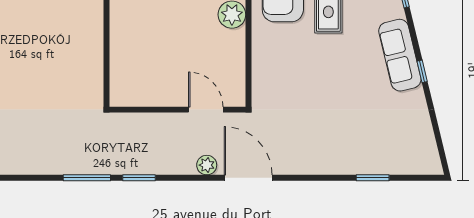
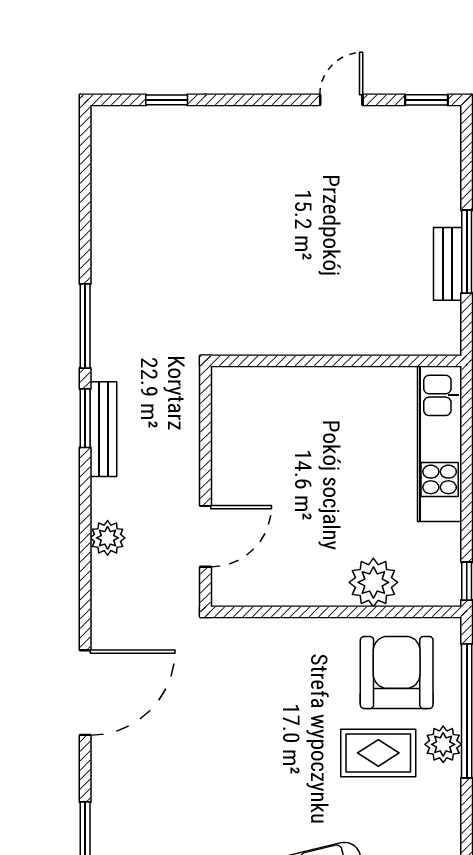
bench: (145, 167) -> (103, 429), added
door: (248, 178) -> (85, 693), moved

